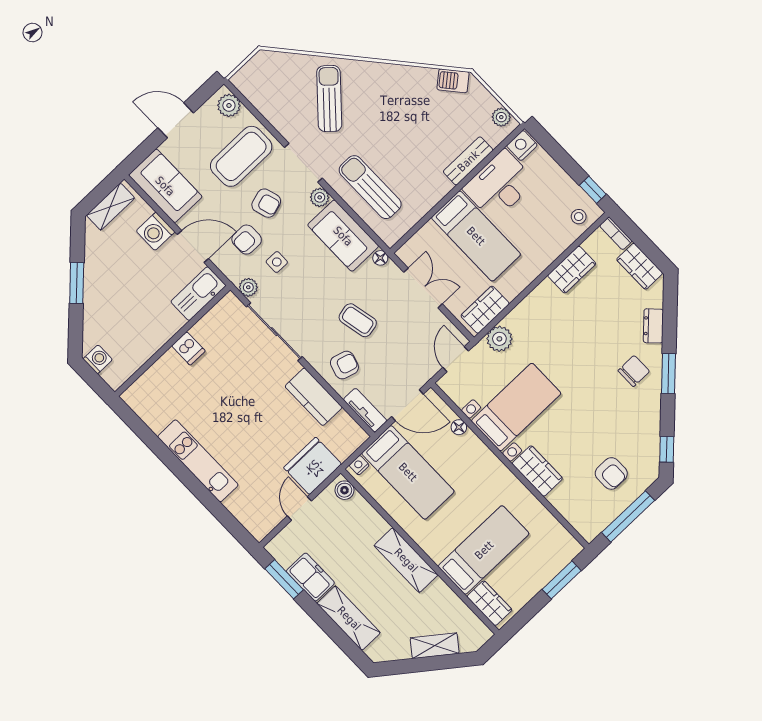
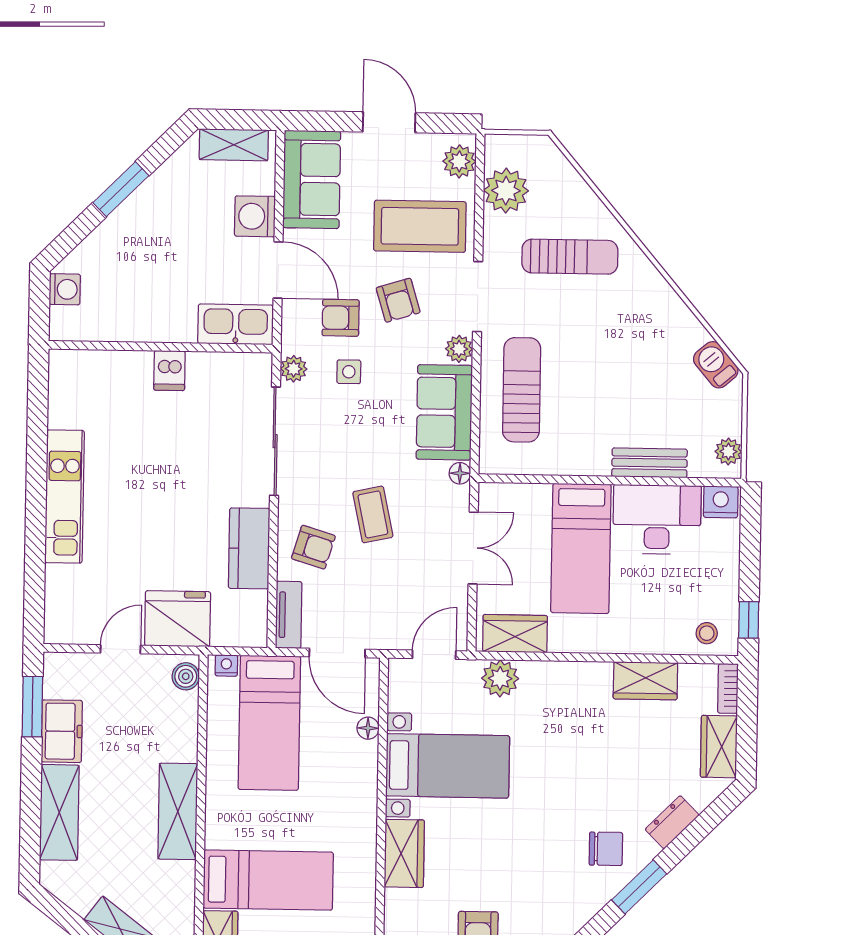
plant: (266, 97) -> (506, 191), added
sun lounger: (329, 99) -> (570, 257), turned 48

